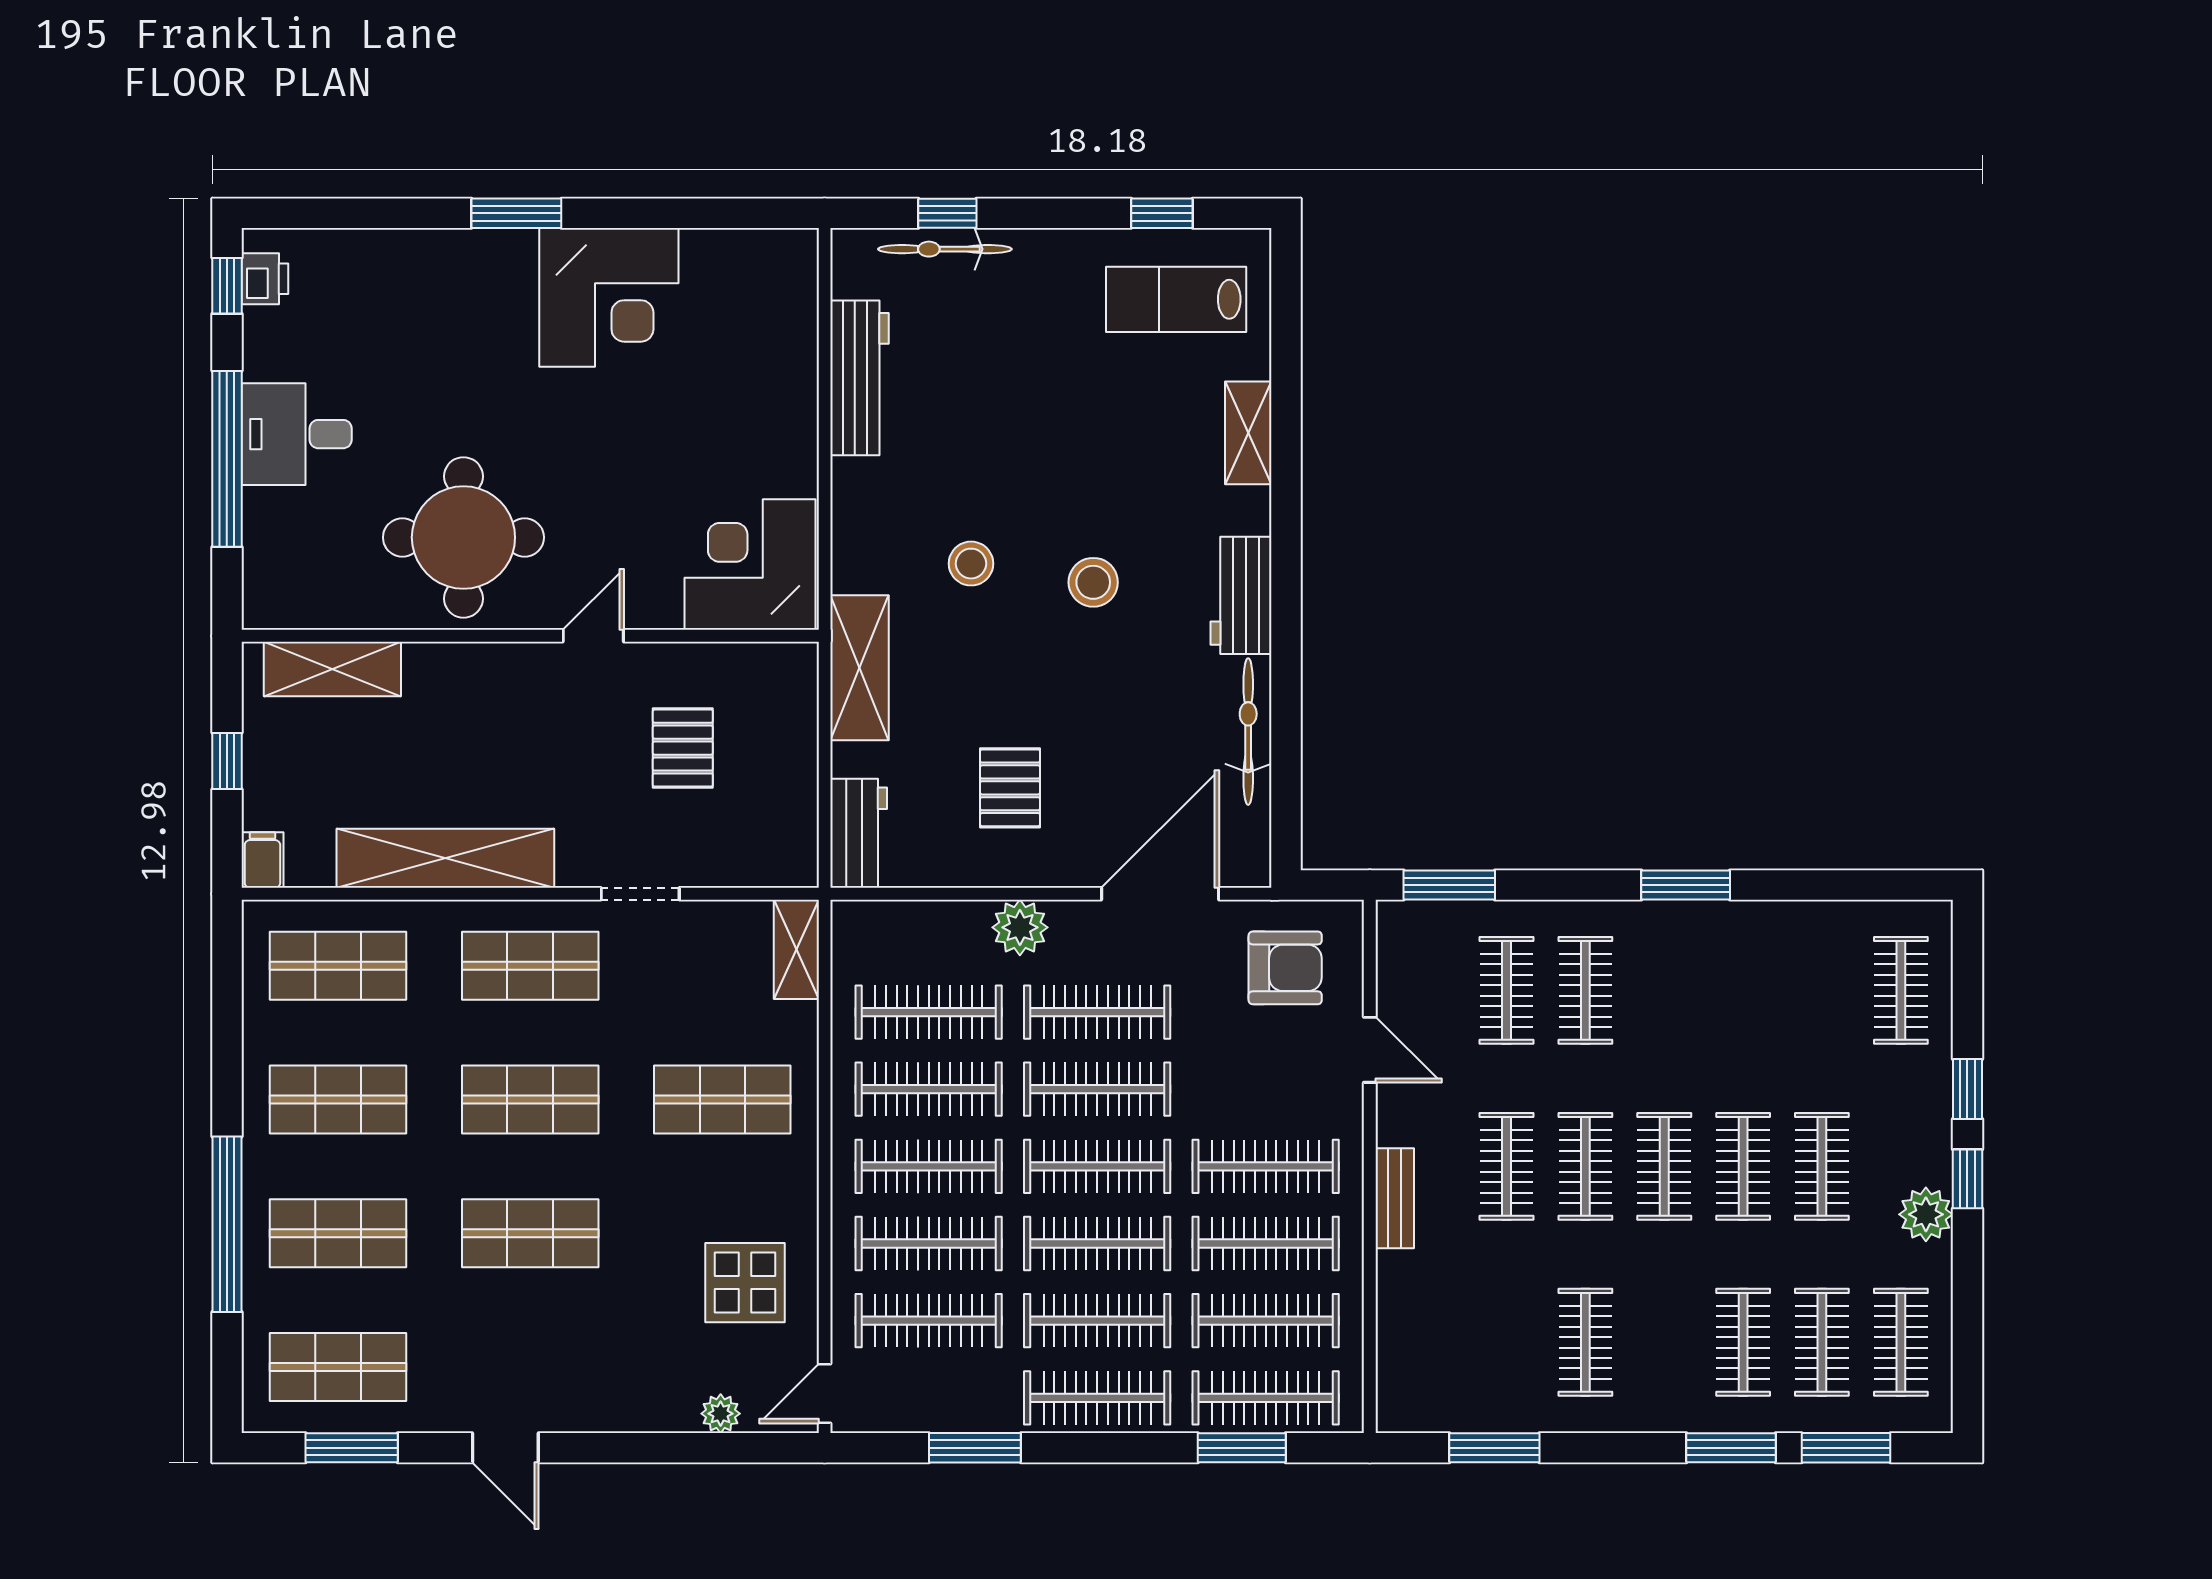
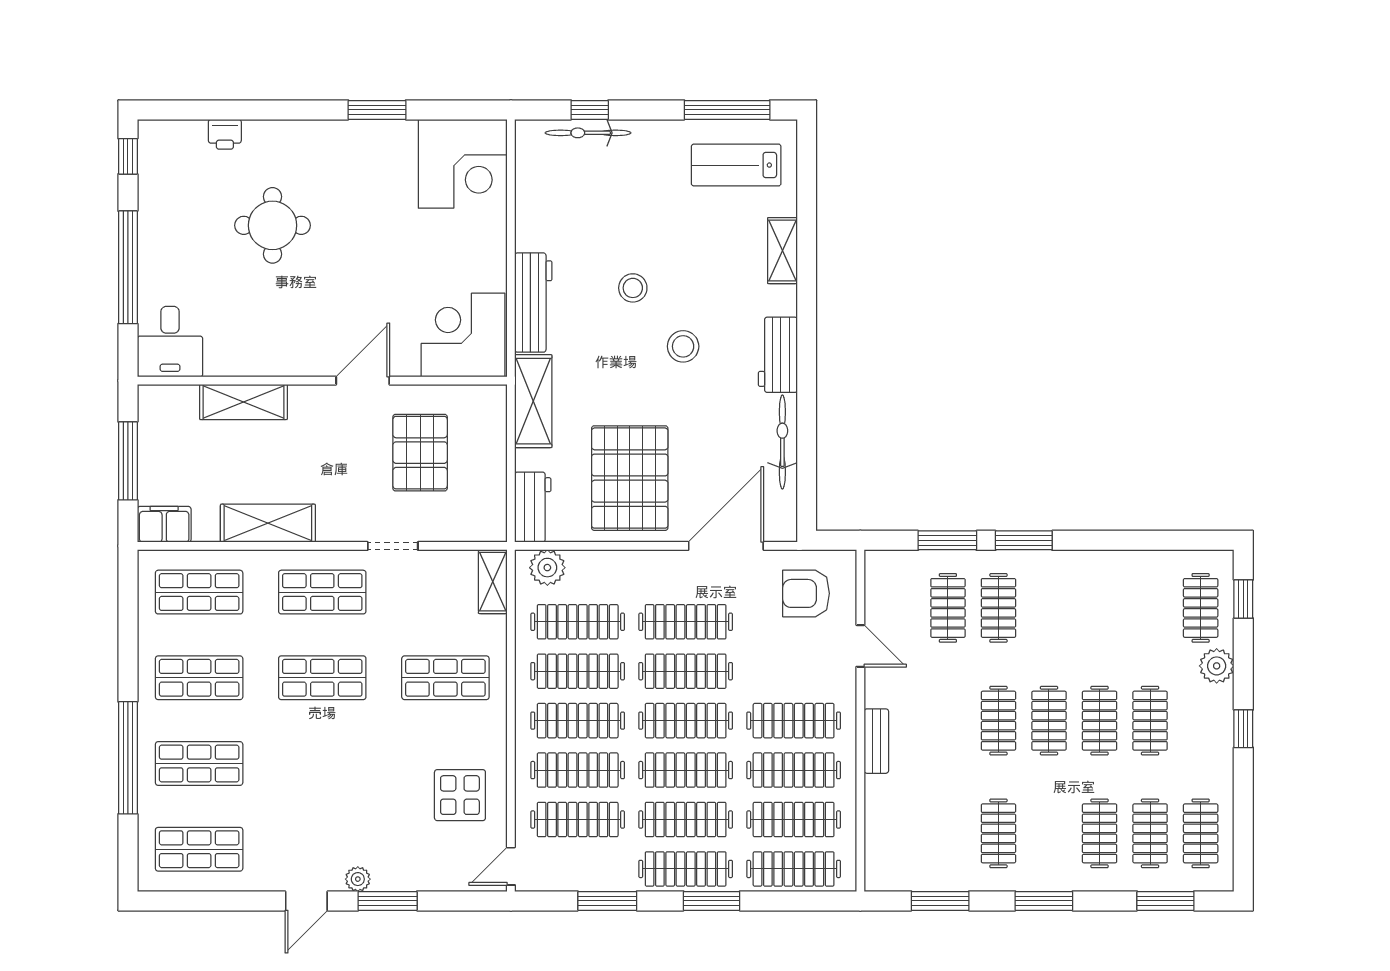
window: (516, 213) -> (377, 110), moved
window: (1162, 213) -> (727, 110), width x2.17
printer: (265, 279) -> (225, 134), moved, turned 90
corner desk: (609, 297) -> (463, 164), moved
workbench: (860, 378) -> (533, 303), moved
desk: (297, 434) -> (170, 342), moved, turned -90
round table: (463, 537) -> (273, 225), moved, width x0.73, depth x0.73
stool: (971, 564) -> (633, 288), moved
door: (593, 636) -> (363, 381), width x1.38
shelving: (332, 669) -> (243, 402), moved
pallet: (683, 748) -> (420, 453), width x1.50, depth x1.42
window: (227, 761) -> (128, 461), width x2.17
pallet: (1010, 788) -> (630, 478), width x2.05, depth x2.00
shelving: (445, 858) -> (268, 523), width x0.68
filing cabinet: (262, 860) -> (164, 524), width x2.00
window: (1449, 885) -> (947, 540), moved
window: (1686, 885) -> (1024, 540), moved
plant: (1020, 927) -> (547, 568), moved
armchair: (1285, 968) -> (806, 593), turned 180
window: (1967, 1089) -> (1243, 599), moved
clothes rail: (1507, 1166) -> (948, 721), removed
plant: (1926, 1214) -> (1217, 666), moved
shop shelf: (530, 1233) -> (322, 763), removed
plant: (721, 1414) -> (358, 879), moved
window: (352, 1448) -> (388, 901), moved
door: (505, 1448) -> (306, 901), hinge flipped
window: (1242, 1448) -> (712, 901), moved
window: (1731, 1448) -> (1044, 901), moved

